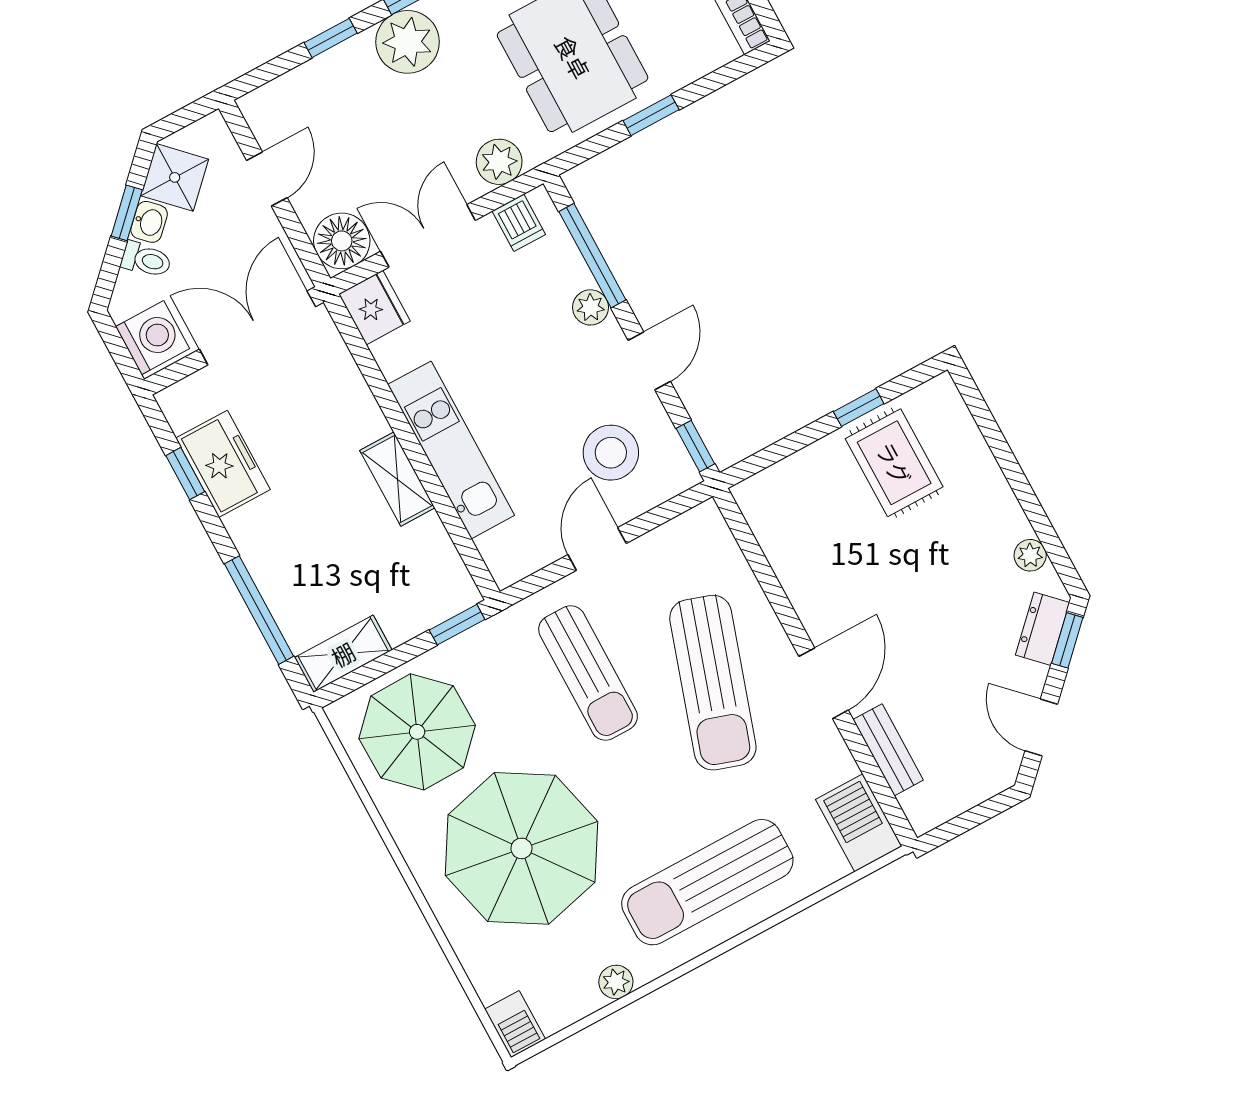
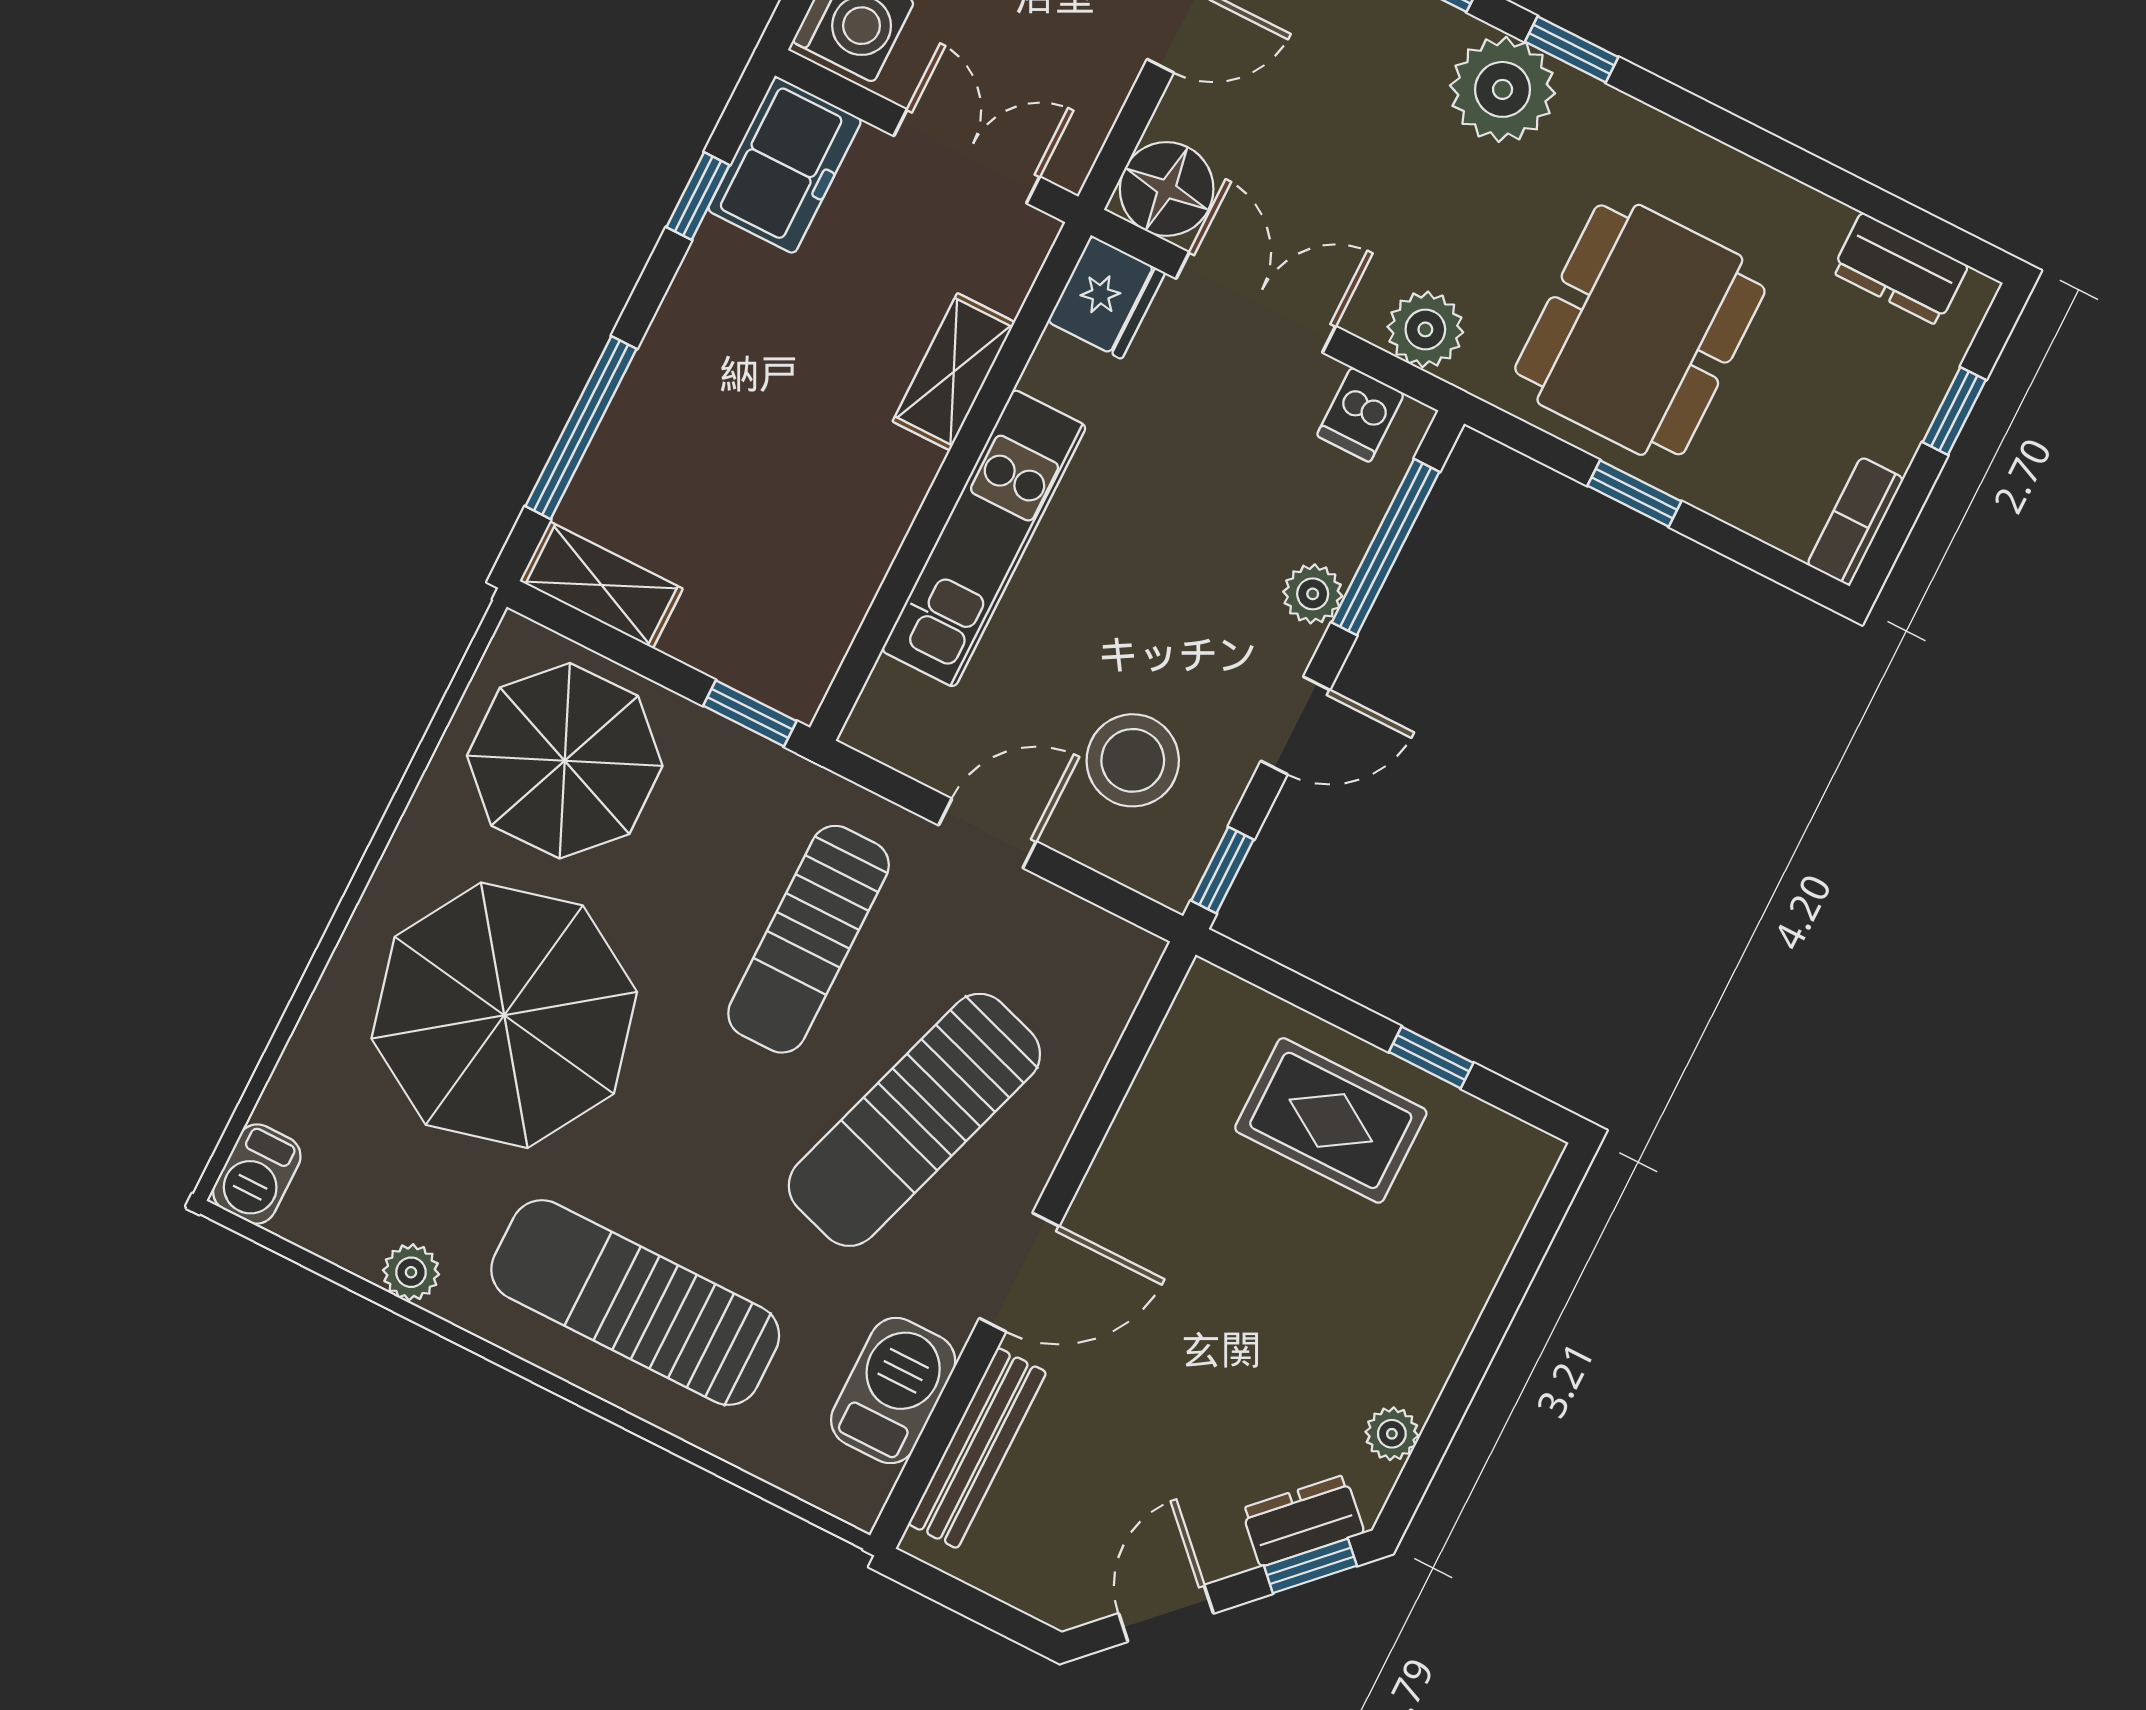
double door: (257, 328) -> (967, 156), width x0.73
rug: (894, 463) -> (1331, 1120), moved, turned 90
freezer: (223, 464) -> (785, 165), moved
shelving: (397, 479) -> (954, 372), moved
bench: (888, 750) -> (977, 1448), width x1.36
barbecue: (859, 823) -> (893, 1390), moved

